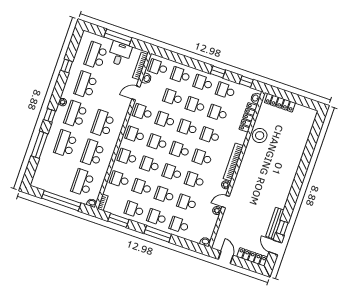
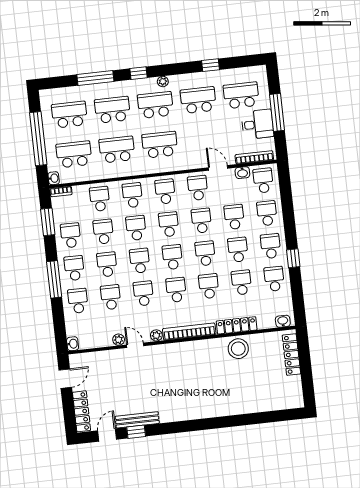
window: (246, 82) -> (298, 300), removed
locker: (248, 117) -> (237, 325), moved
school desk: (55, 173) -> (69, 115), added

